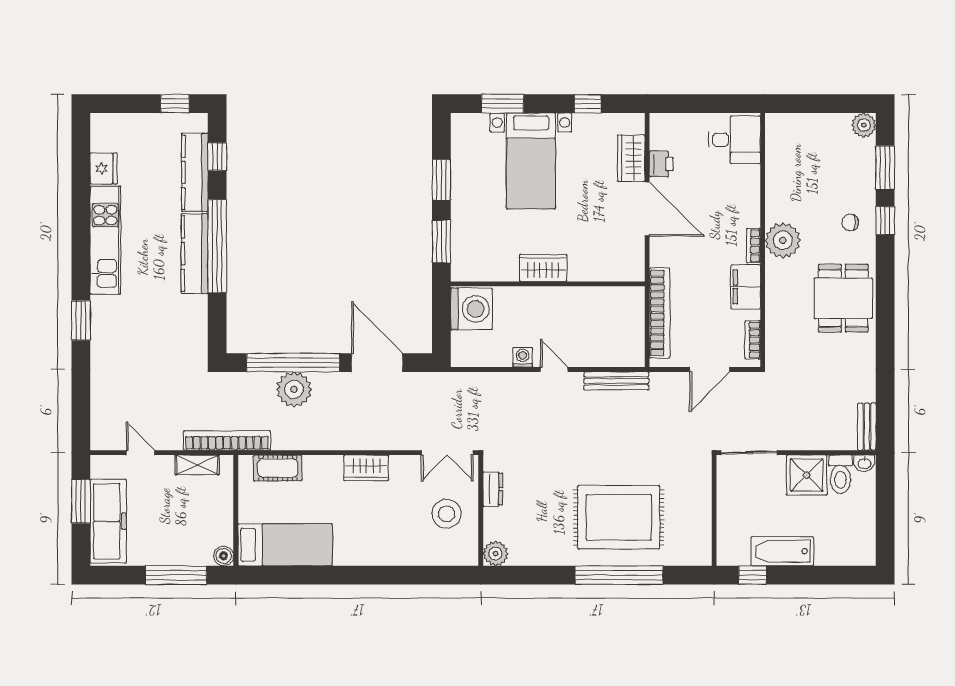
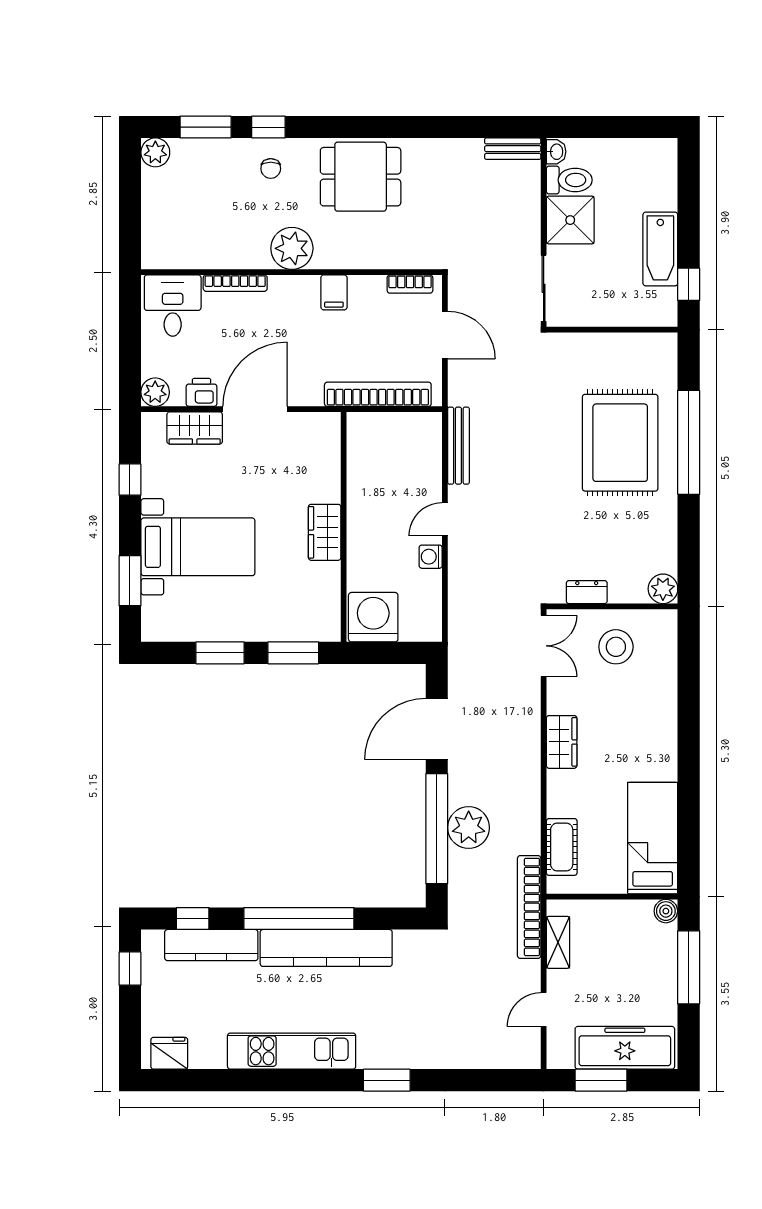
plant: (661, 125) -> (155, 392), added
fridge: (104, 168) -> (169, 1053), moved
bookcase: (753, 246) -> (235, 283), moved, width x1.56
kitchen counter: (195, 254) -> (326, 948), width x1.39, depth x1.17
filing cabinet: (746, 287) -> (334, 292), width x0.50

